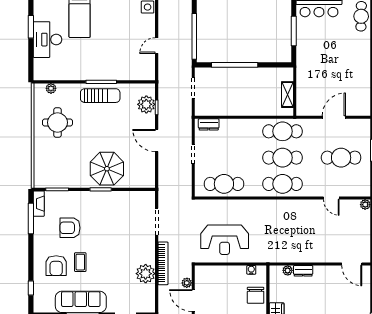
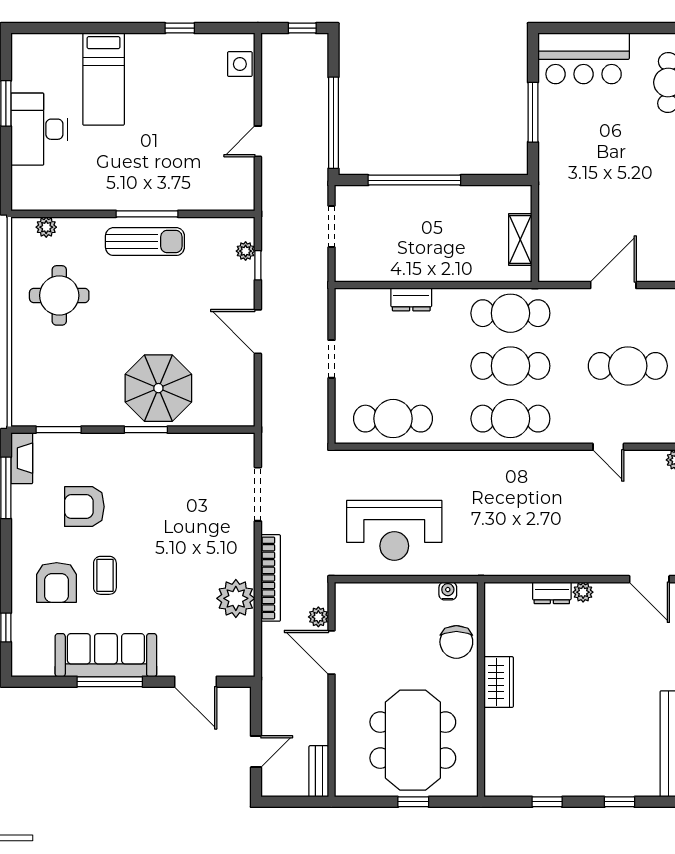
plant: (146, 104) -> (246, 251), width x0.53, depth x0.53
dresser: (209, 124) -> (411, 299), moved
plant: (288, 270) -> (583, 592), moved

